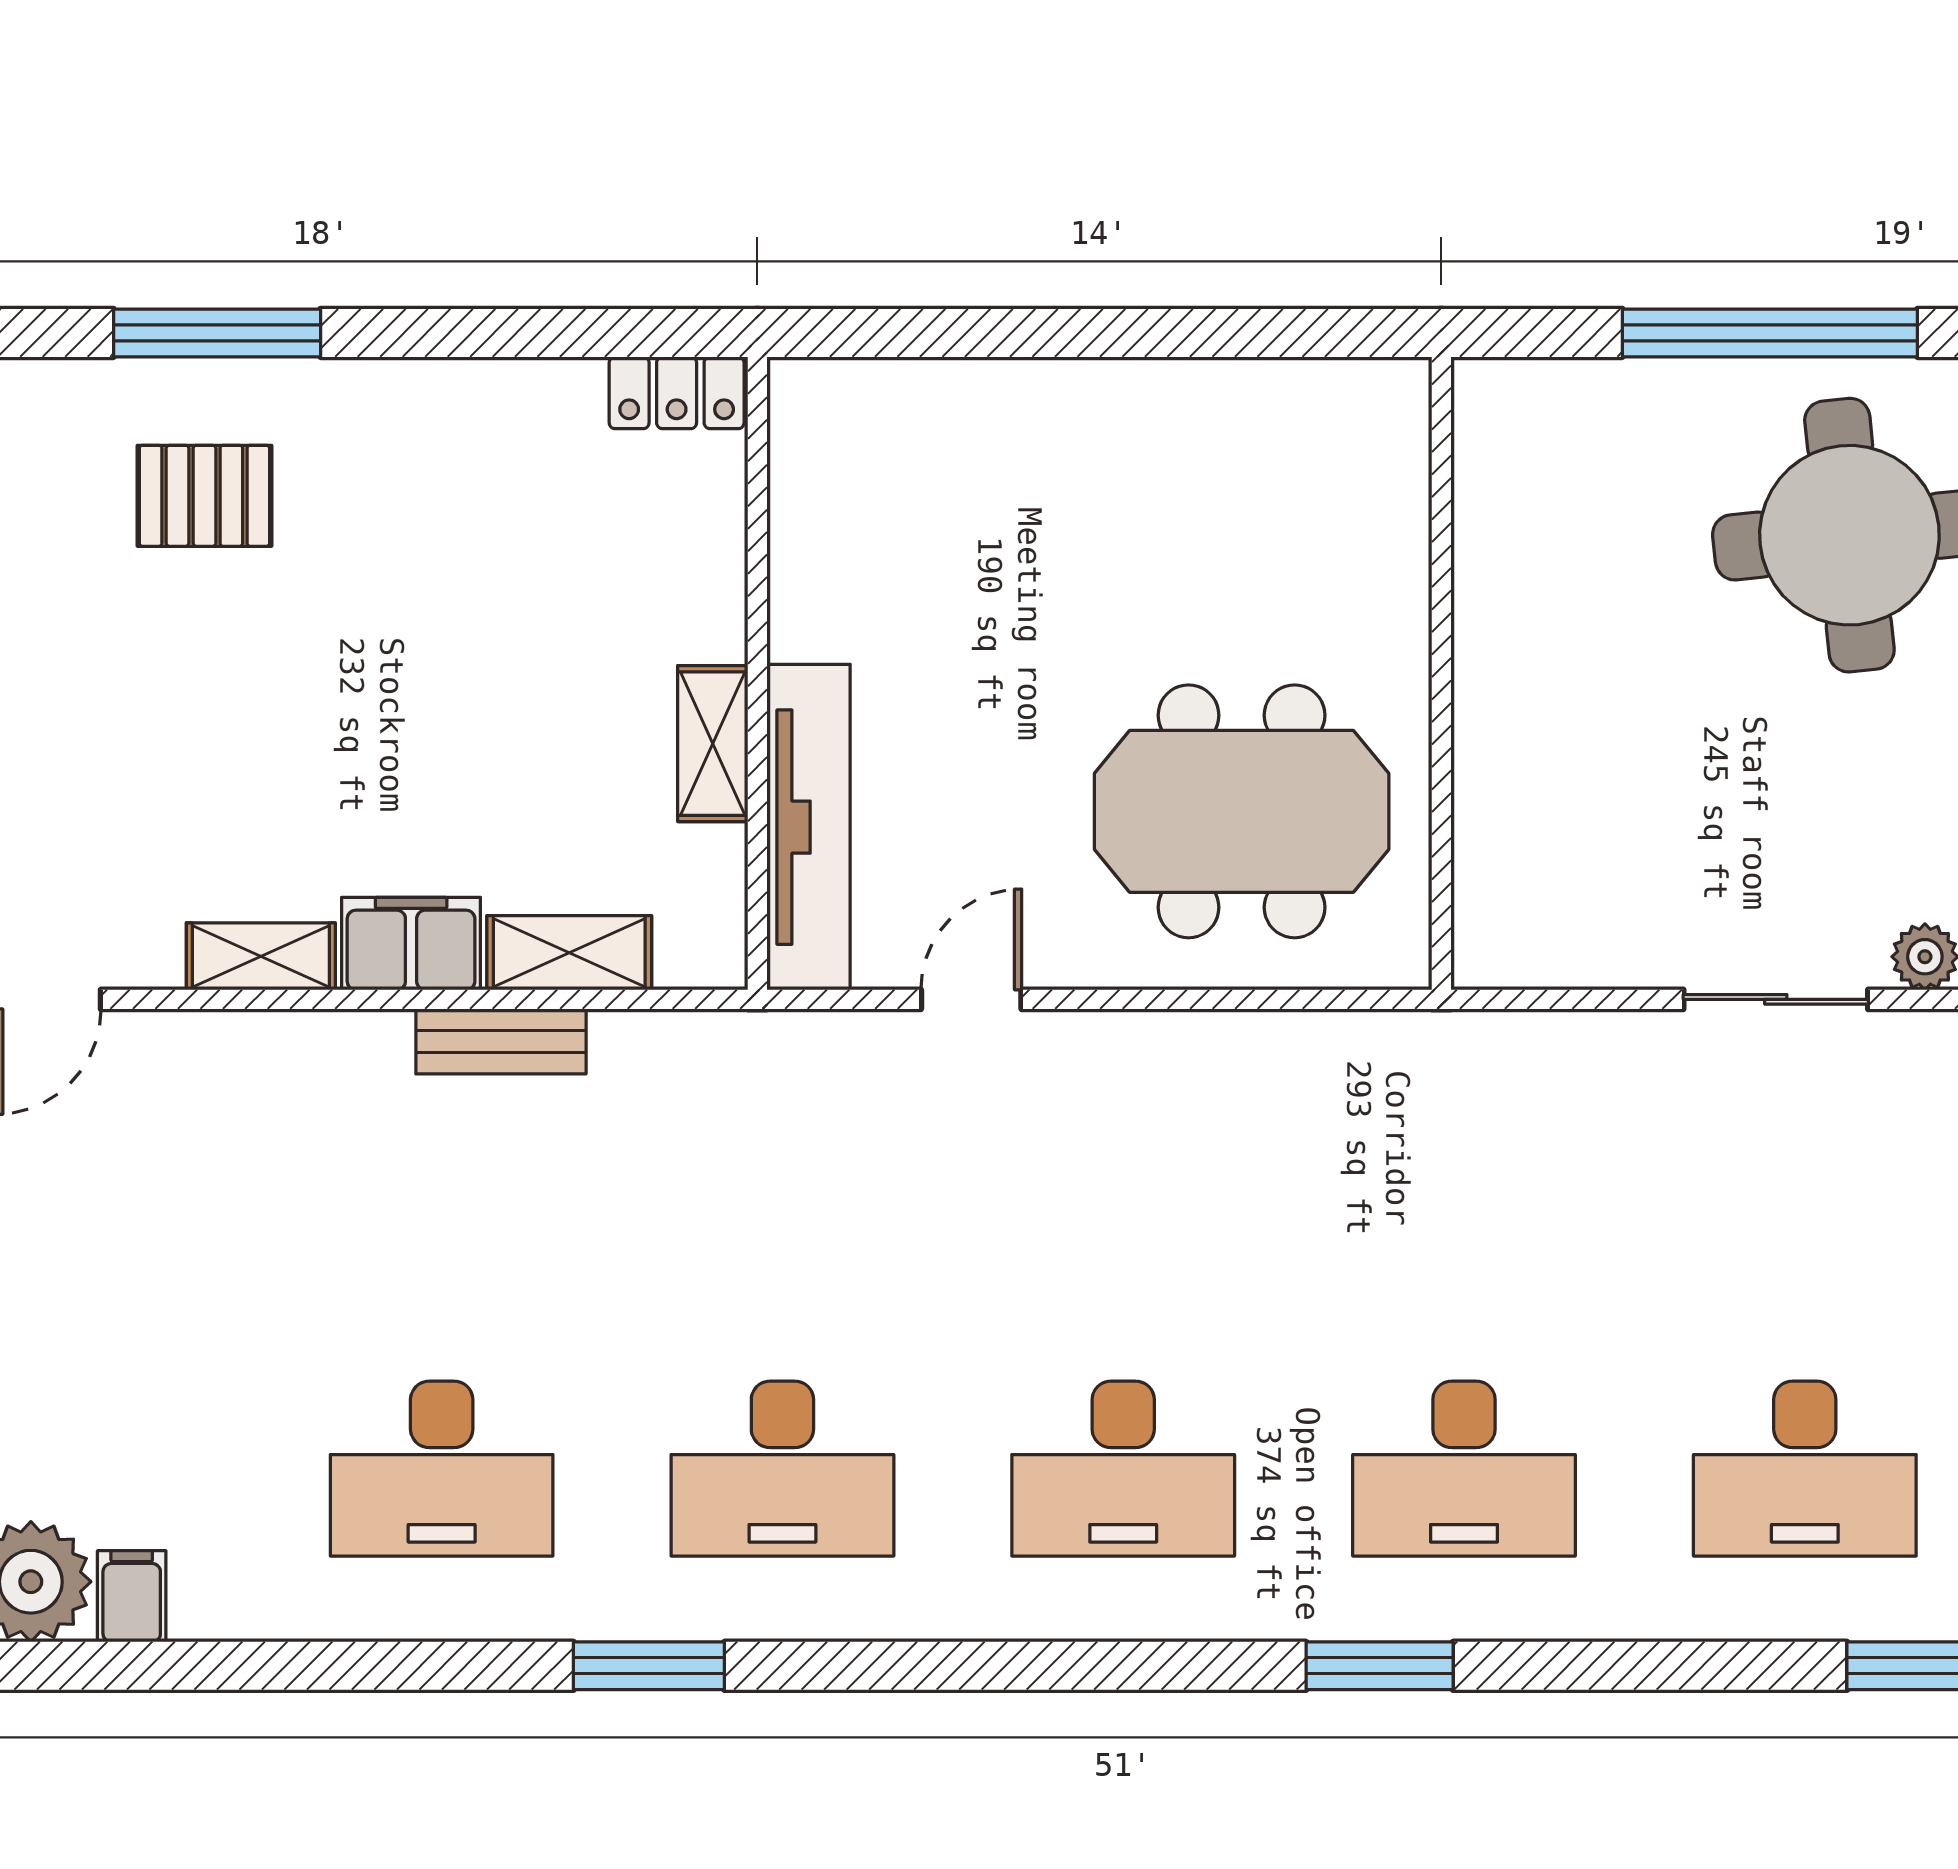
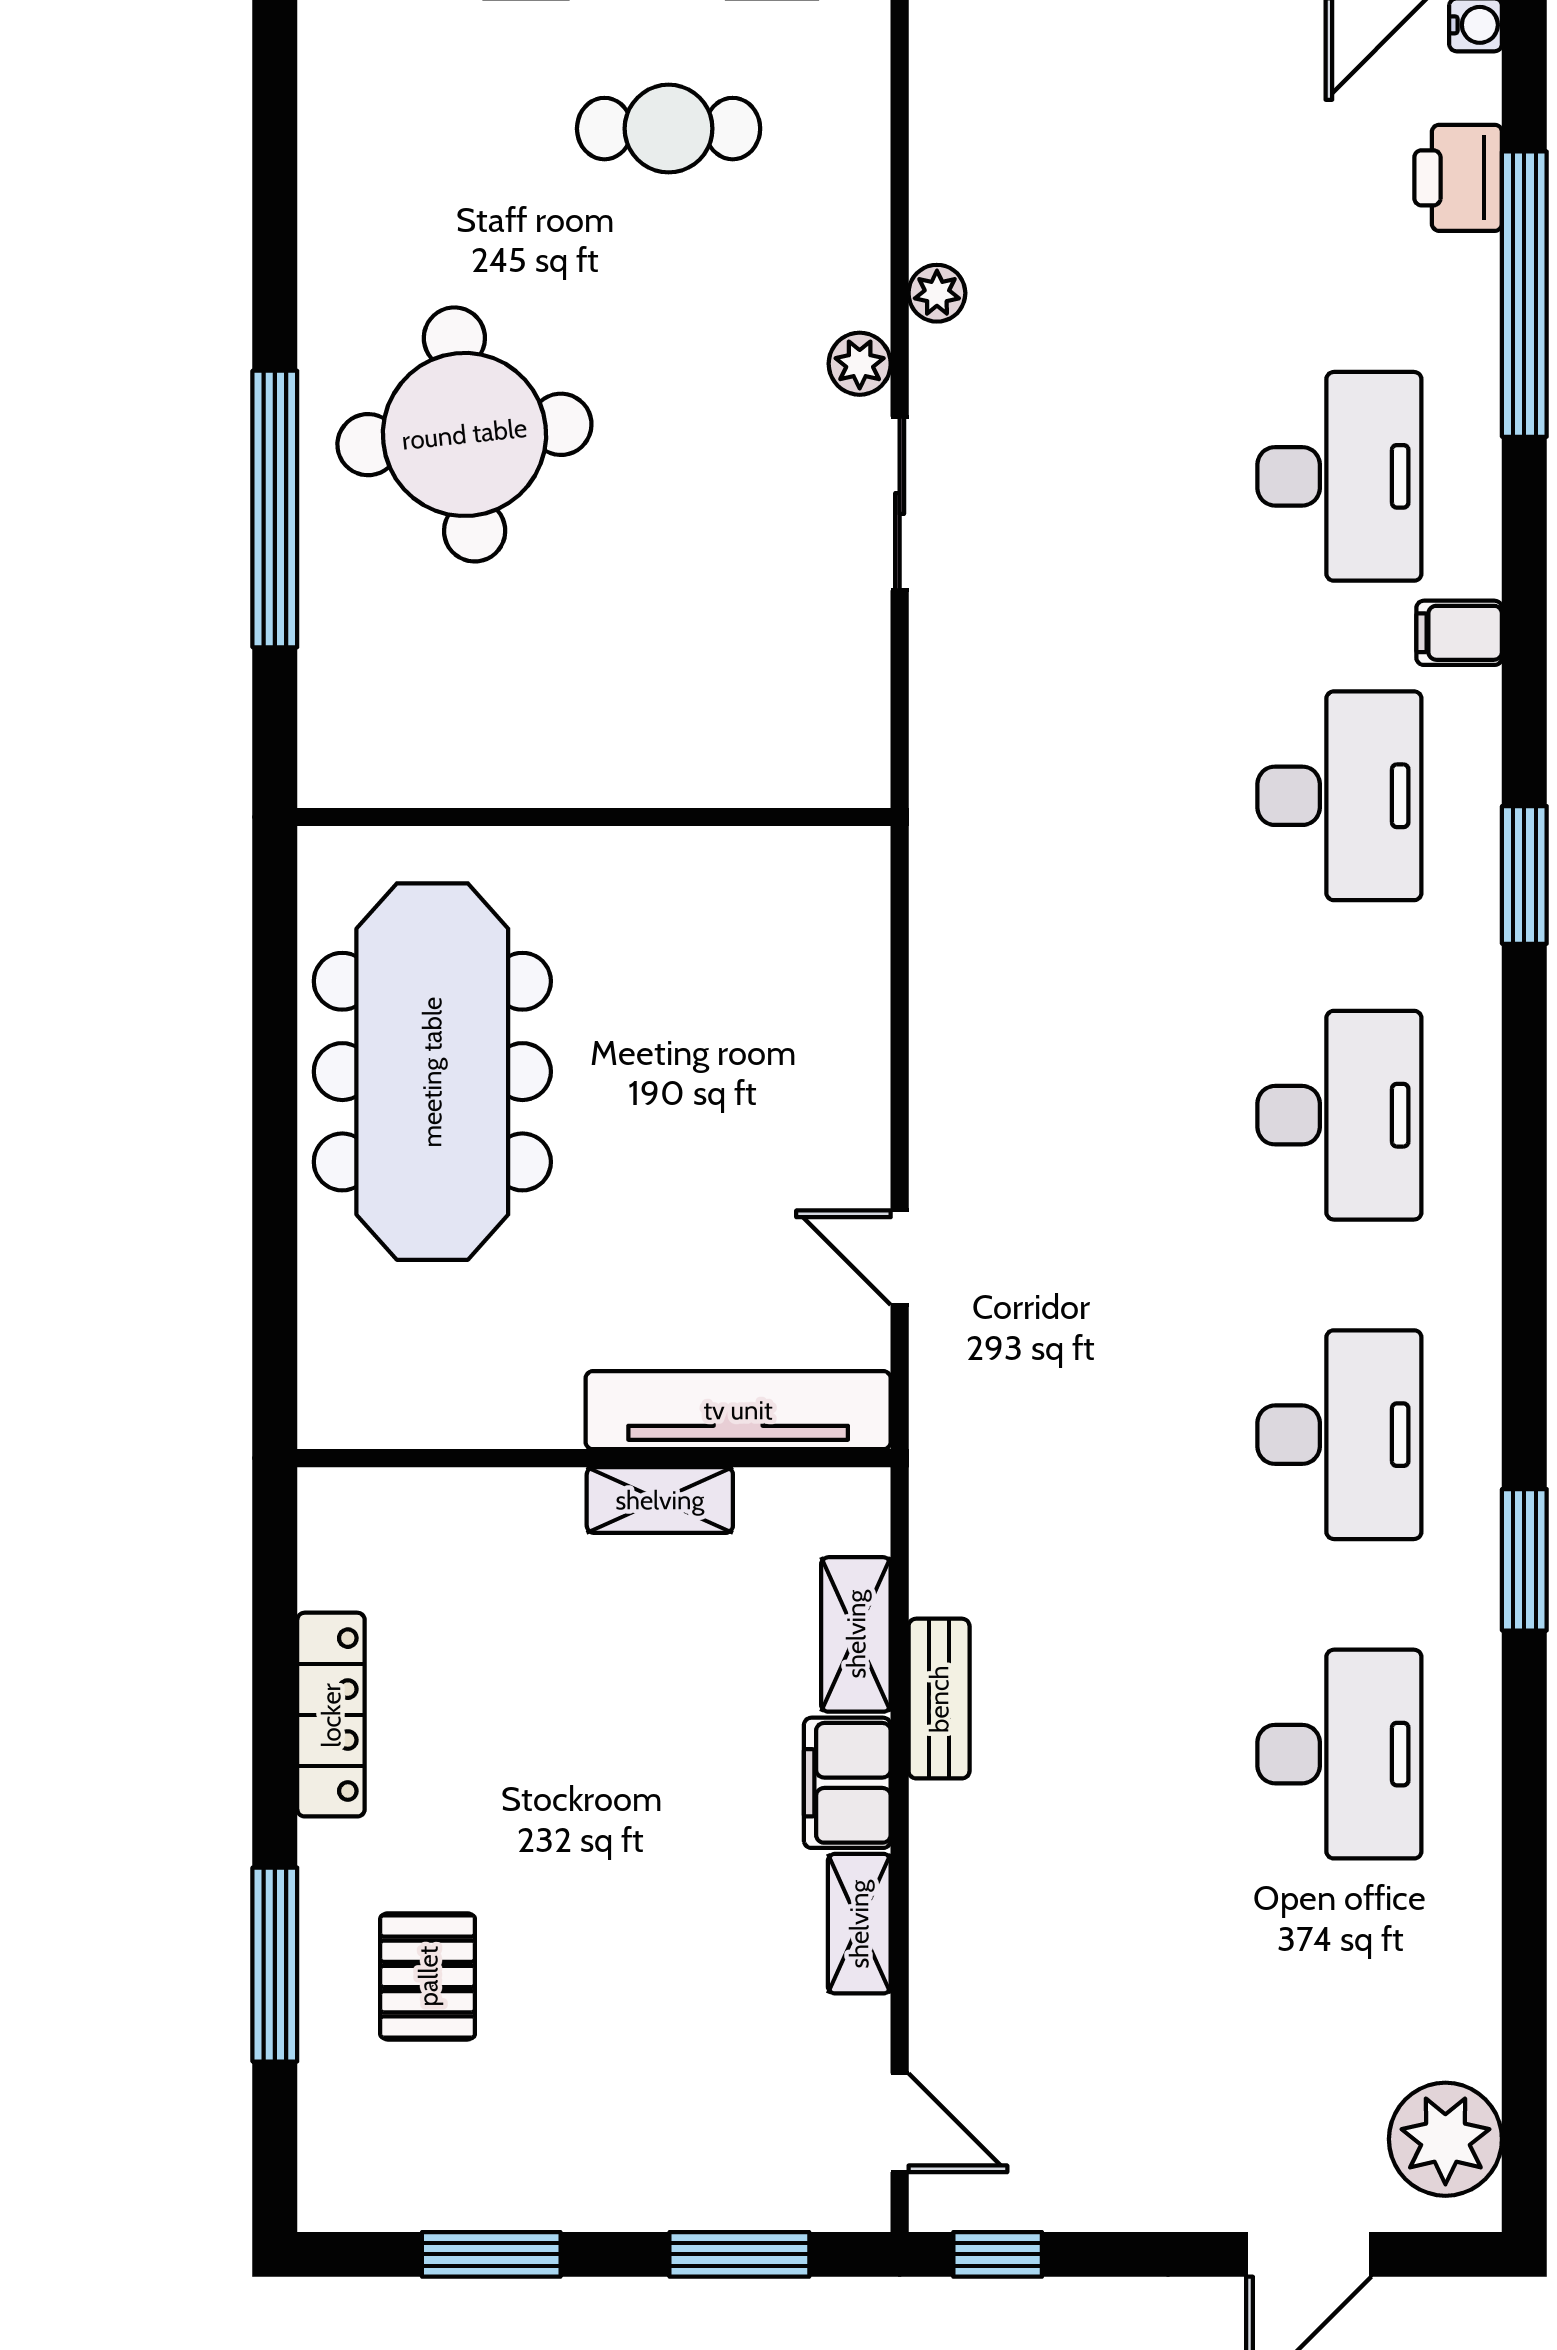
locker: (677, 393) -> (331, 1715), moved, width x1.53
meeting table: (1242, 811) -> (432, 1072), moved, width x1.36
filing cabinet: (132, 1596) -> (1459, 633), moved

